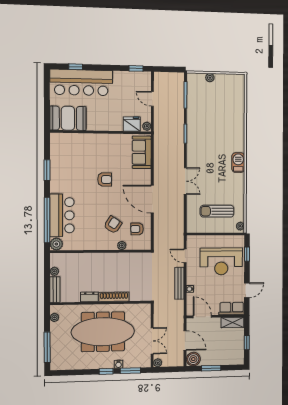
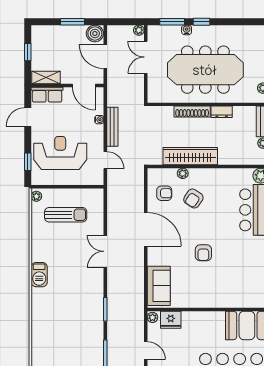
armchair: (105, 180) -> (203, 253), turned -90
wardrobe: (115, 260) -> (190, 156), added

